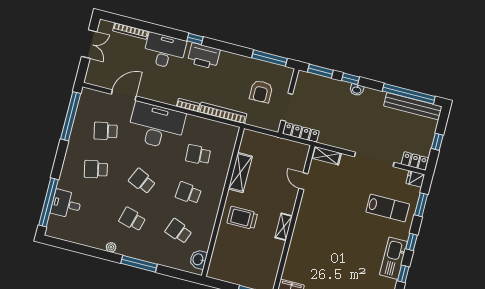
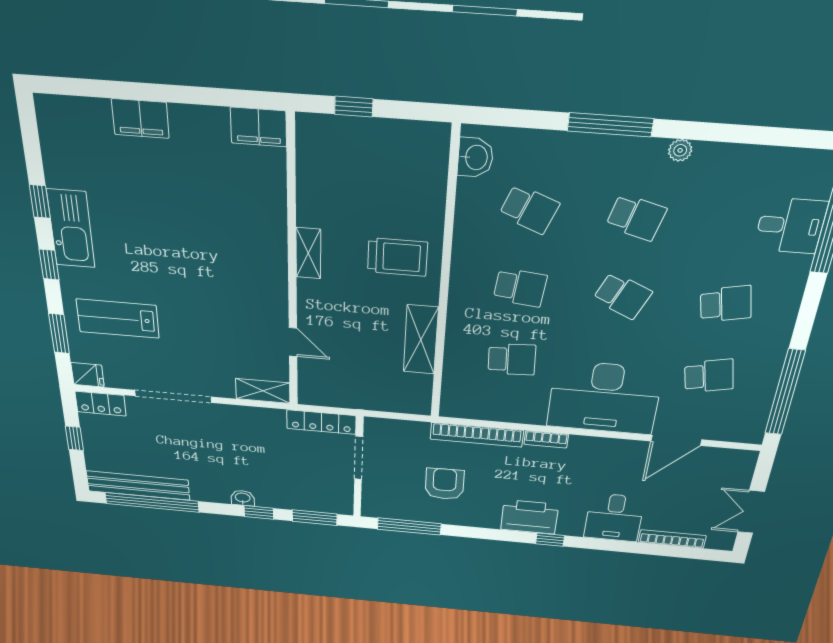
desk: (164, 51) -> (614, 518), width x0.73
armchair: (261, 92) -> (445, 484), moved

